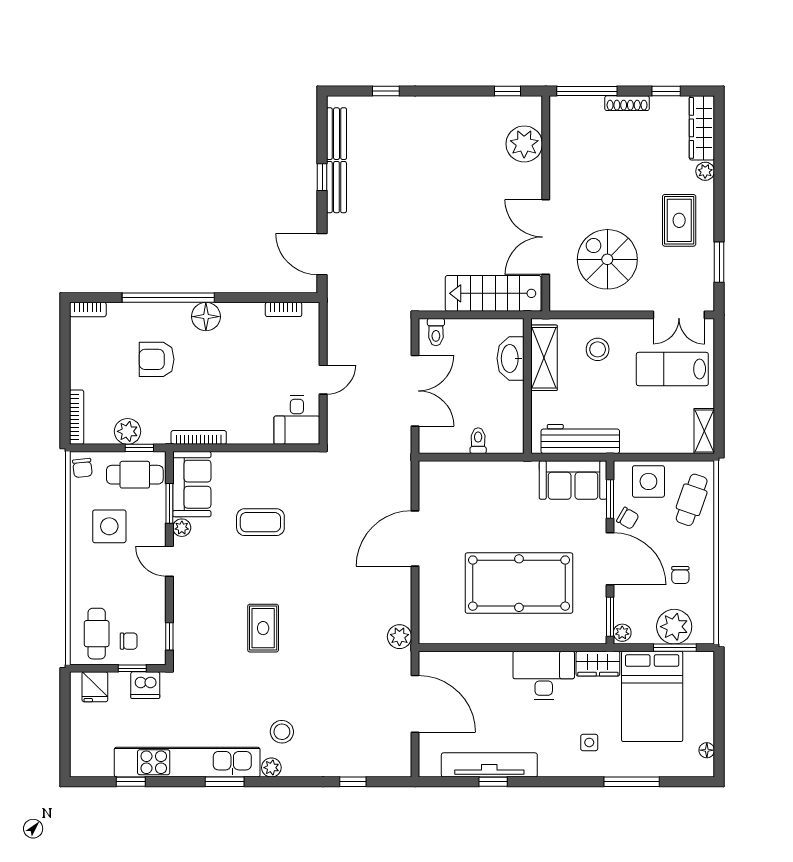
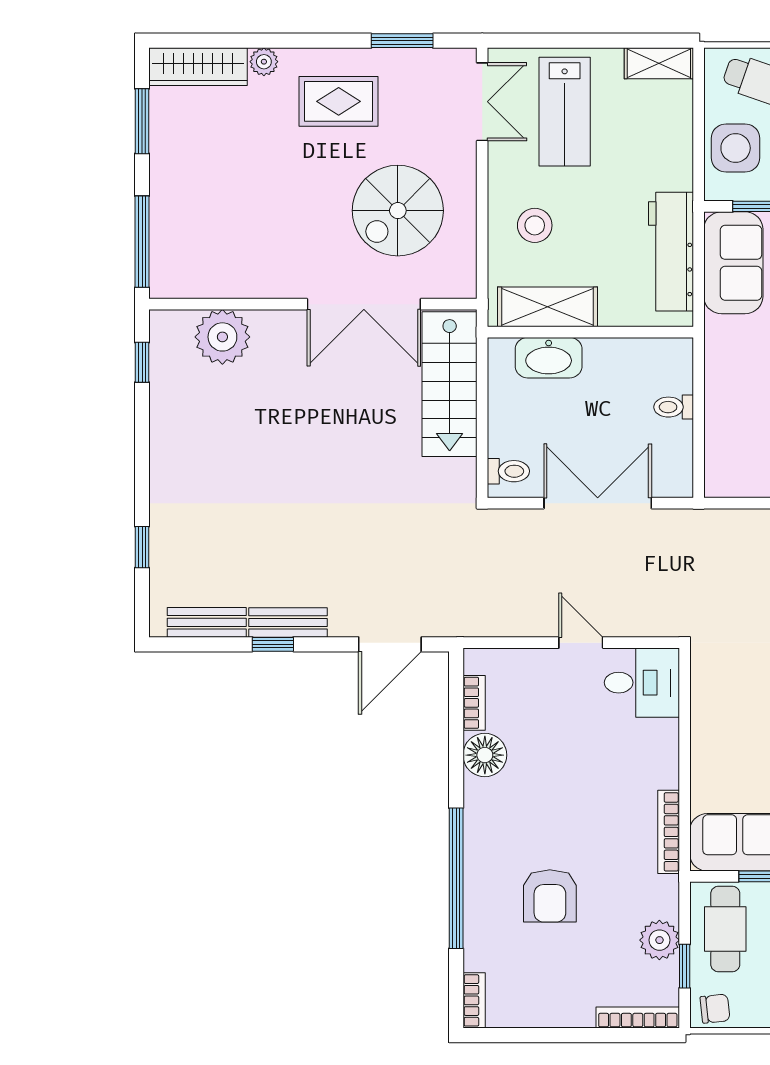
window: (666, 91) -> (142, 121), width x1.50
shoe rack: (627, 103) -> (160, 181), removed
floor lamp: (206, 317) -> (485, 755), moved
window: (139, 448) -> (685, 966), moved

